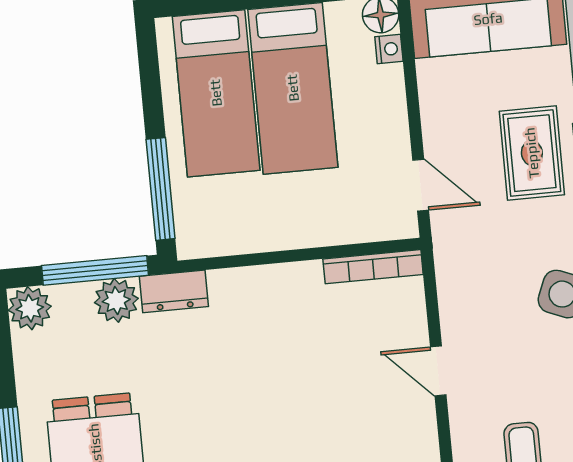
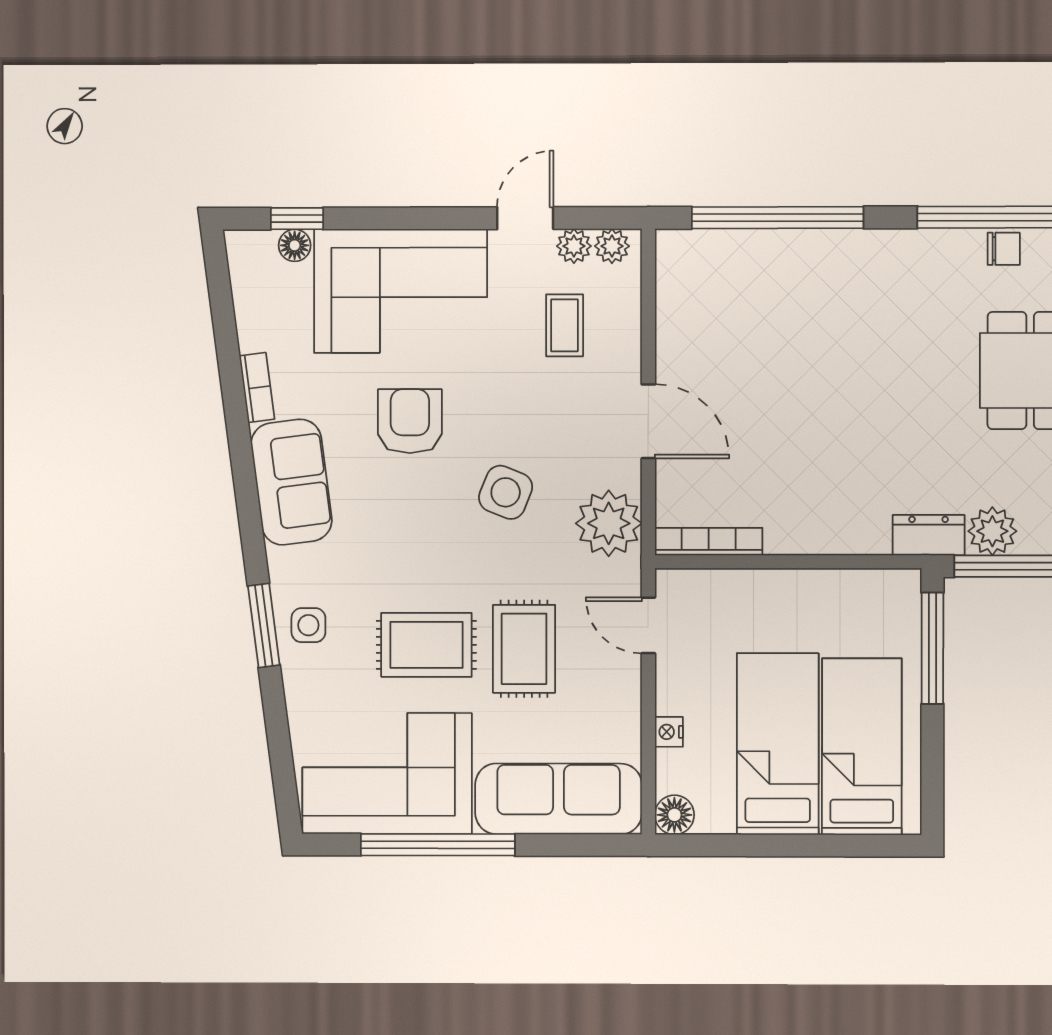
nightstand: (389, 49) -> (669, 732), moved
plant: (466, 275) -> (609, 523), added
door: (438, 371) -> (648, 421), width x1.38

